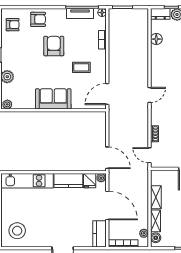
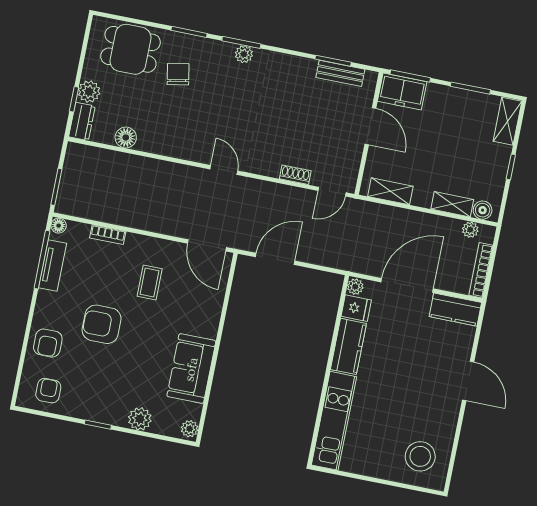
armchair: (38, 19) -> (48, 343), turned 180
sofa: (53, 99) -> (191, 369), moved
door: (107, 158) -> (275, 259), moved
shelving: (156, 197) -> (390, 191), moved

